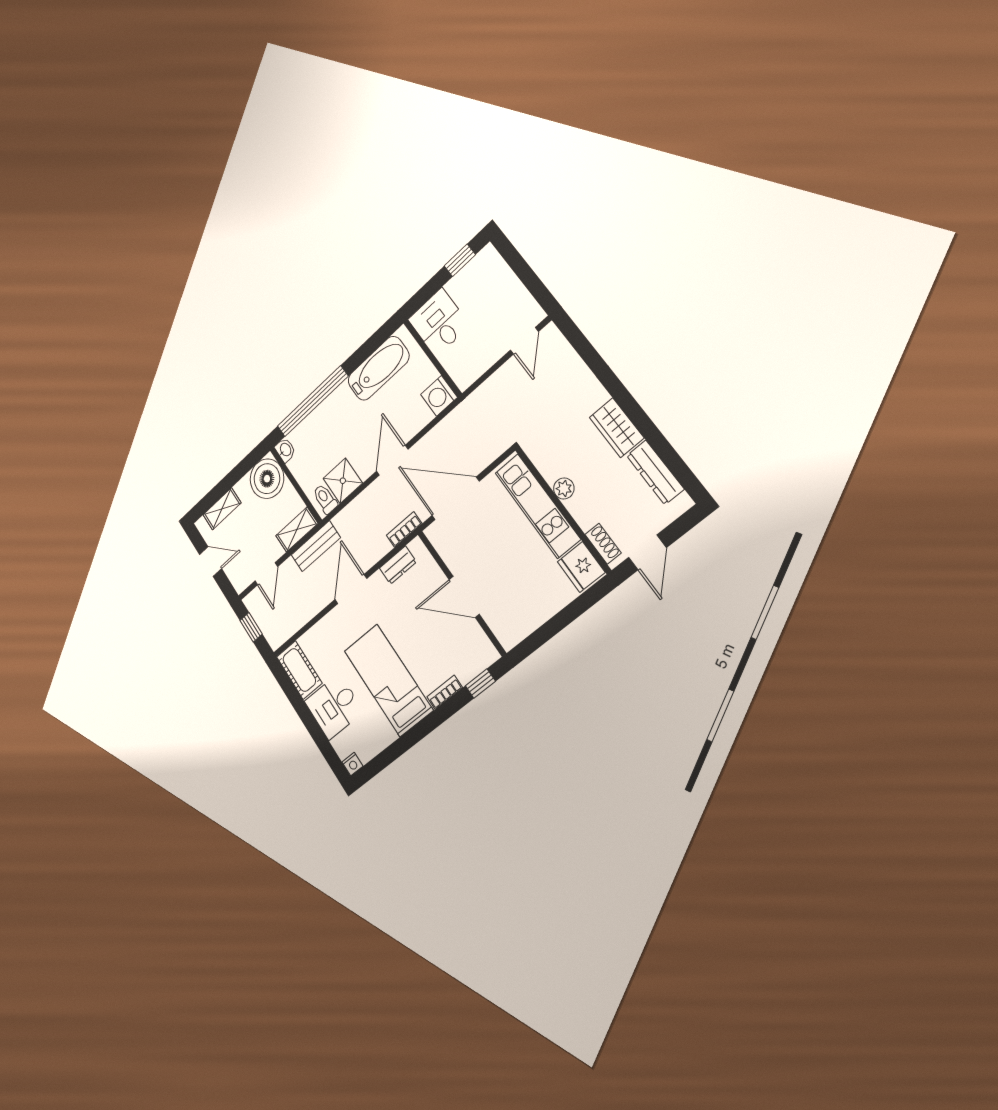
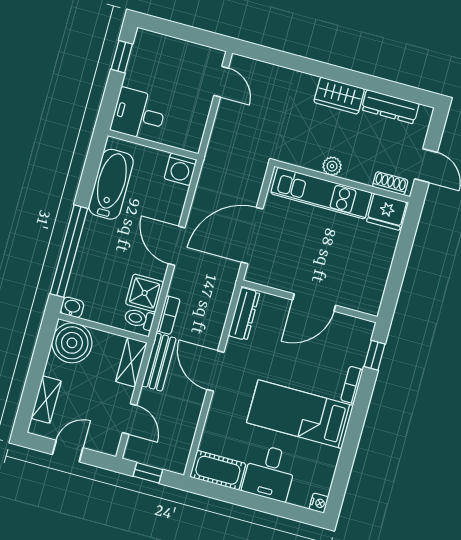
bookcase: (404, 529) -> (168, 315), moved, turned 180
dresser: (398, 565) -> (244, 314), width x1.44

